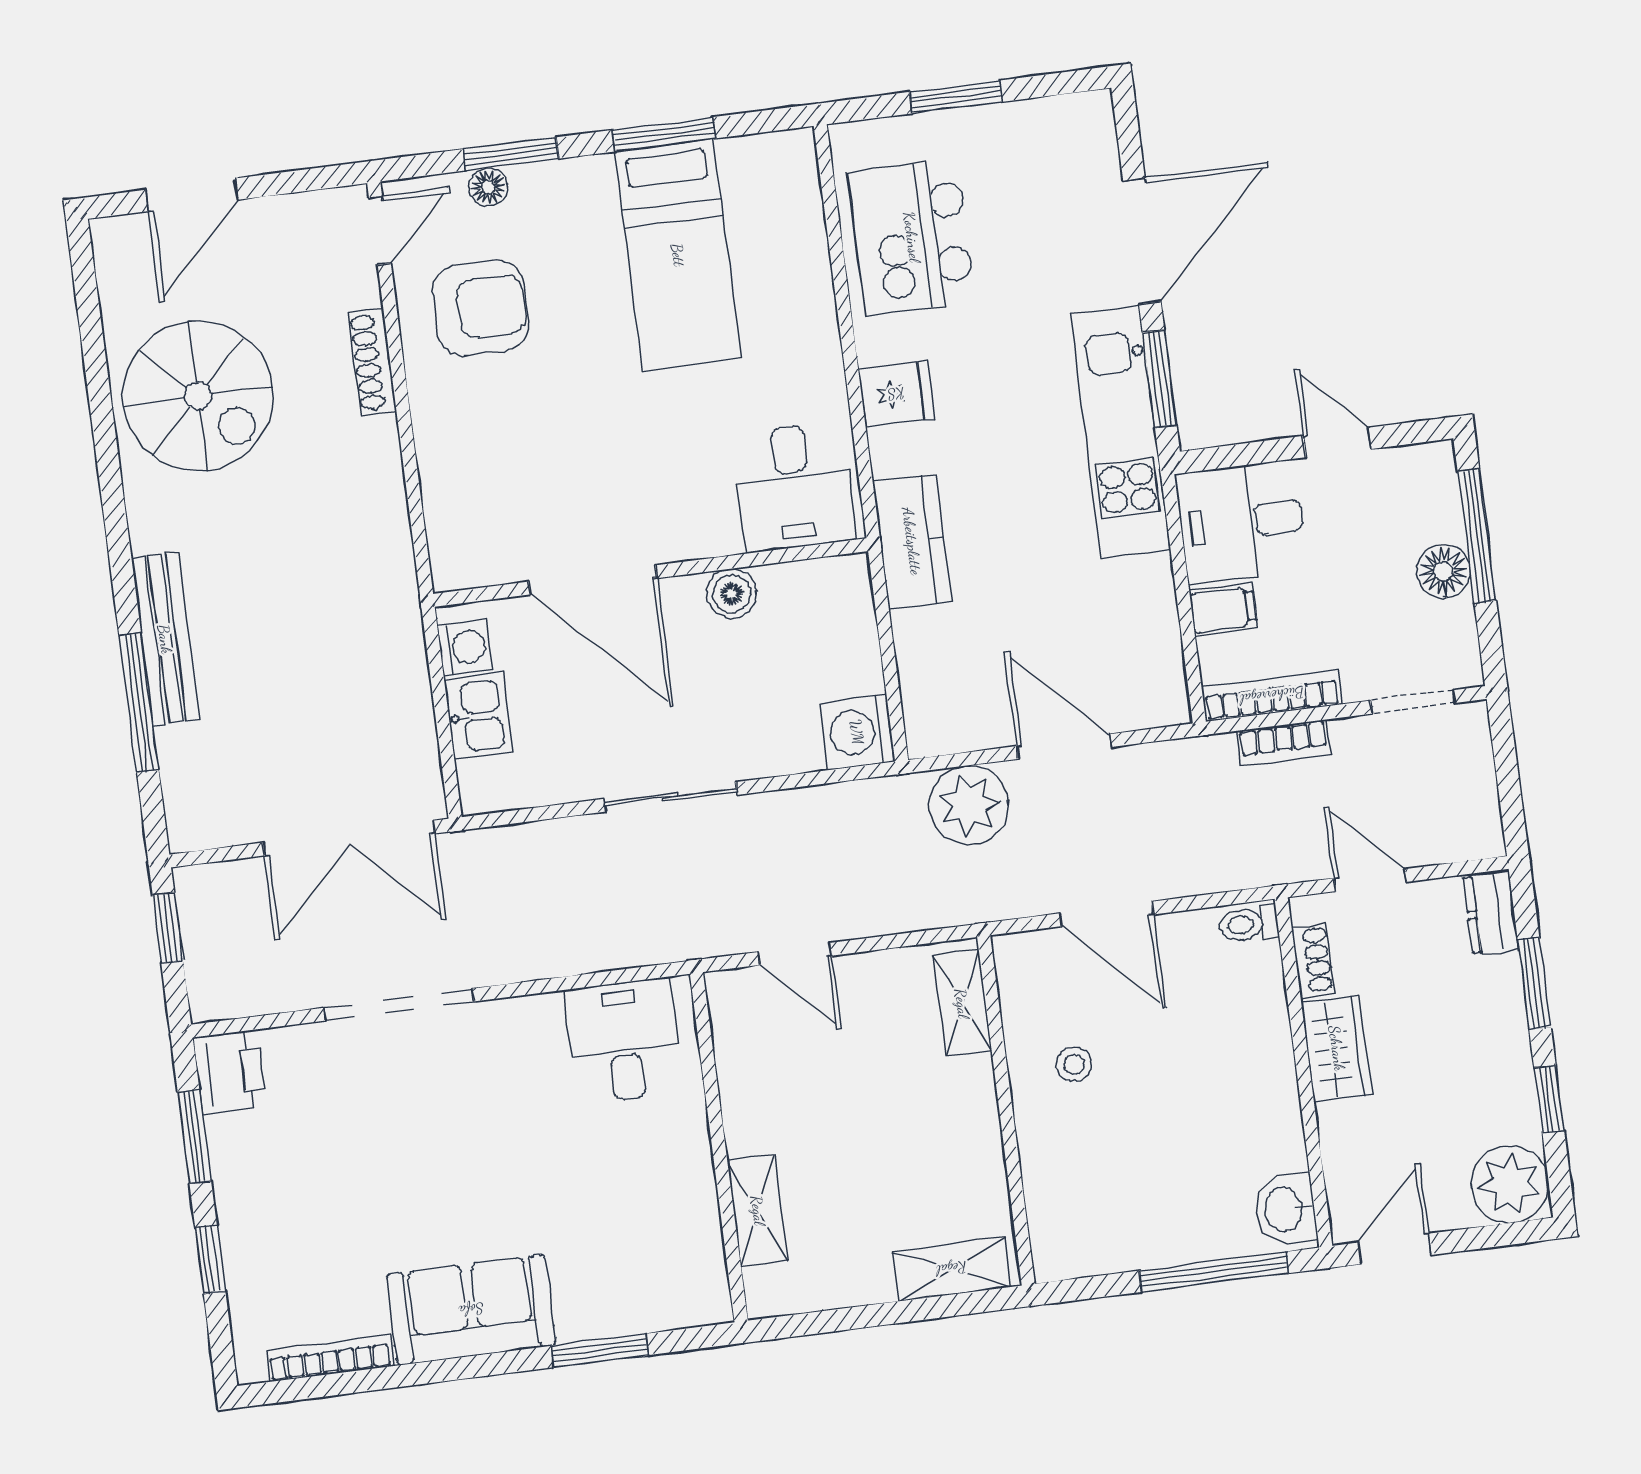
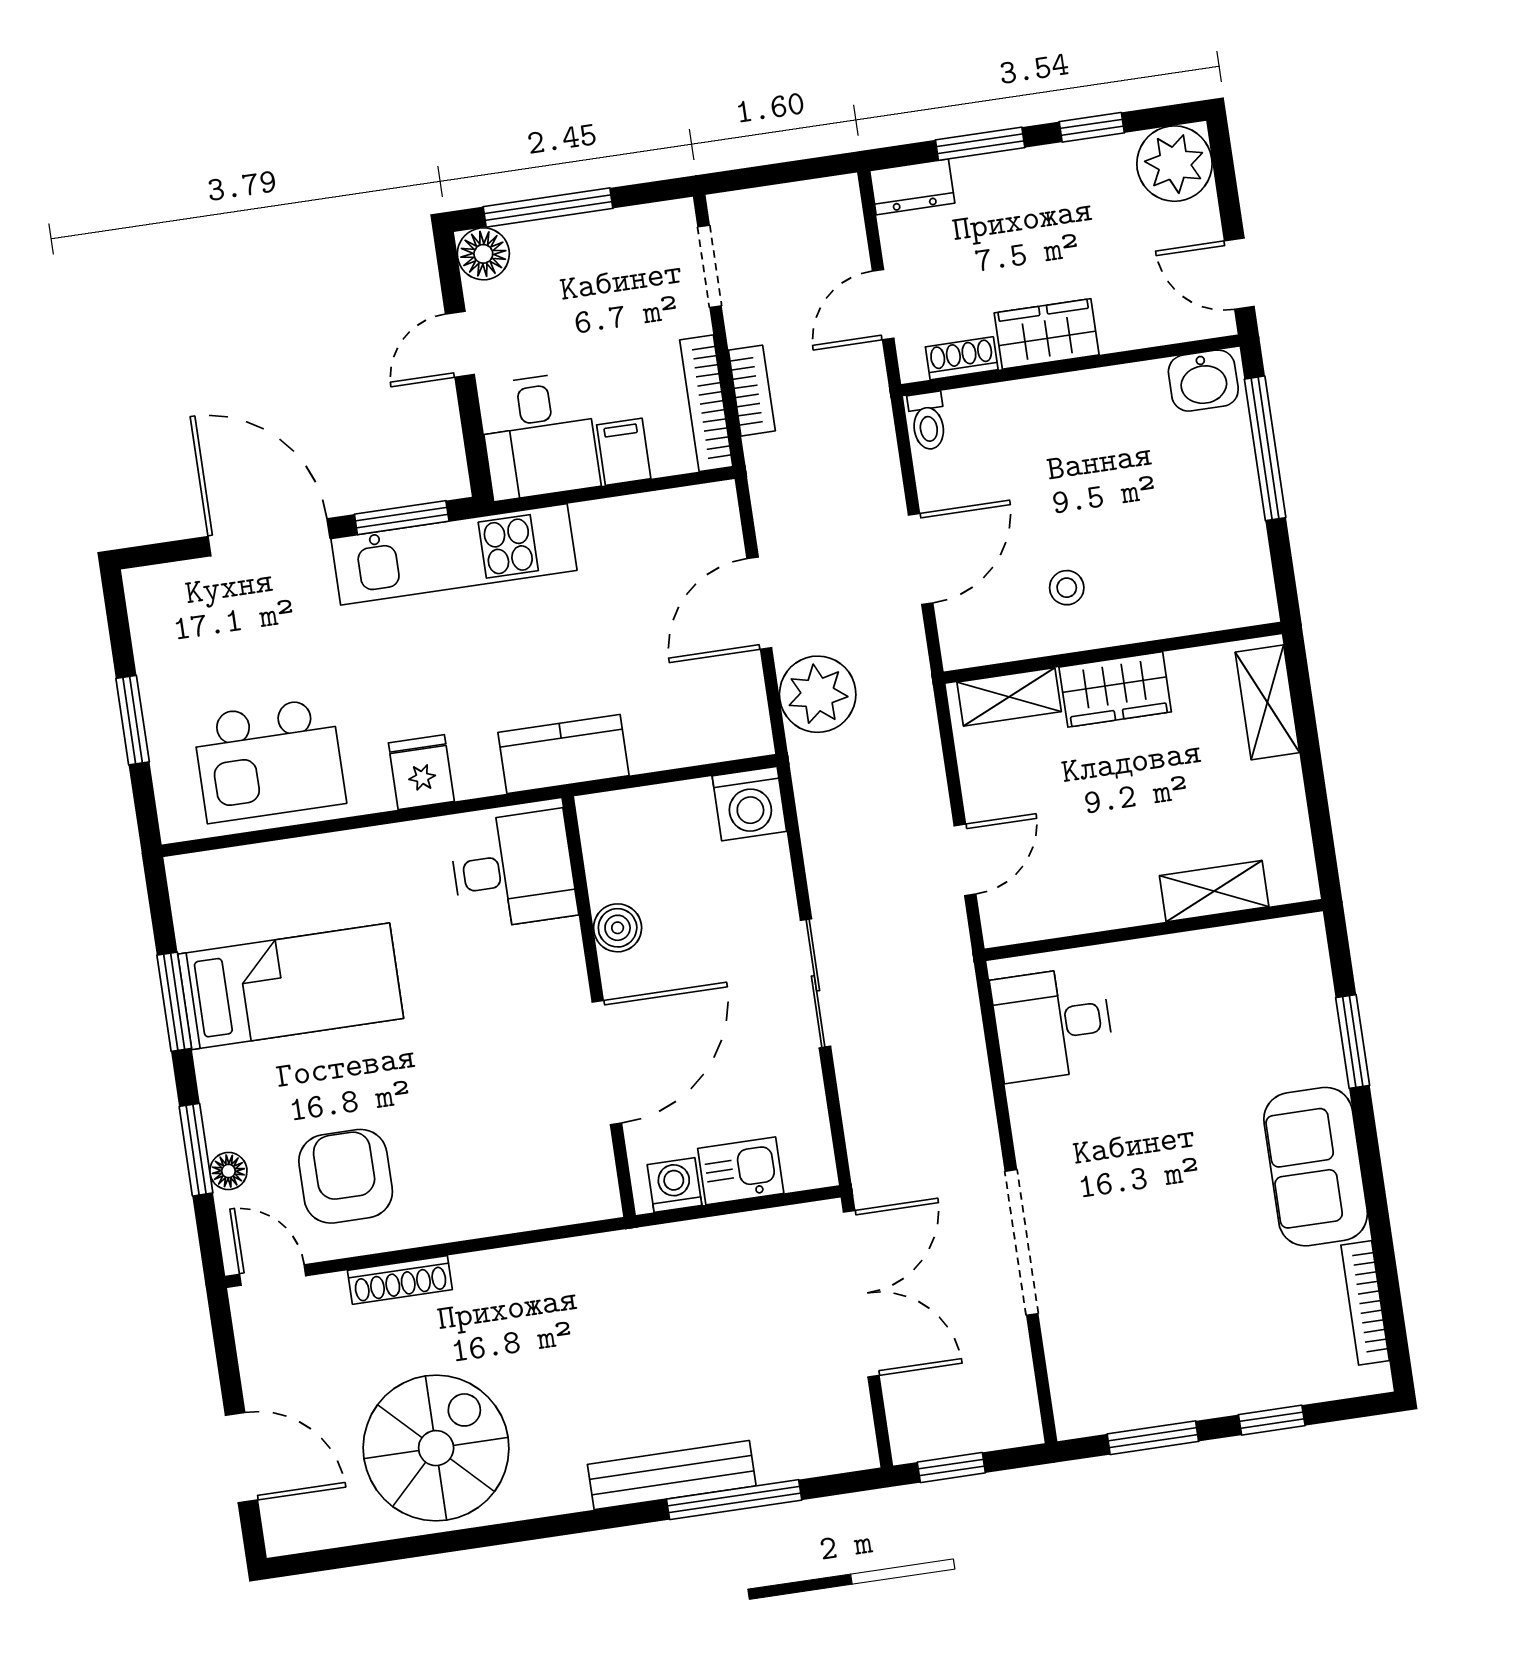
floor lamp: (1444, 571) -> (483, 254), moved
printer: (230, 1072) -> (1090, 1405), removed
wardrobe: (968, 1112) -> (1115, 689), added

